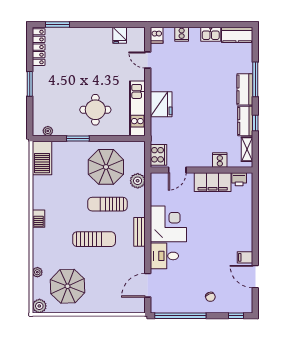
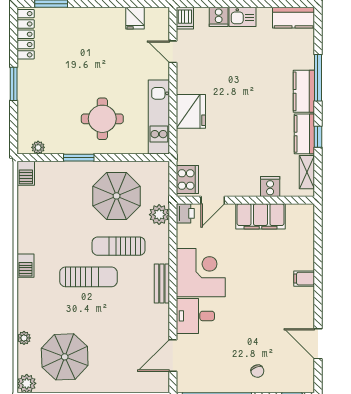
kitchen sink: (211, 34) -> (243, 17), moved
barbecue: (42, 158) -> (26, 173), width x0.53, depth x0.65
printer: (239, 179) -> (185, 213), moved, turned -90
sun lounger: (94, 239) -> (88, 277), moved
filing cabinet: (245, 257) -> (304, 279), moved

